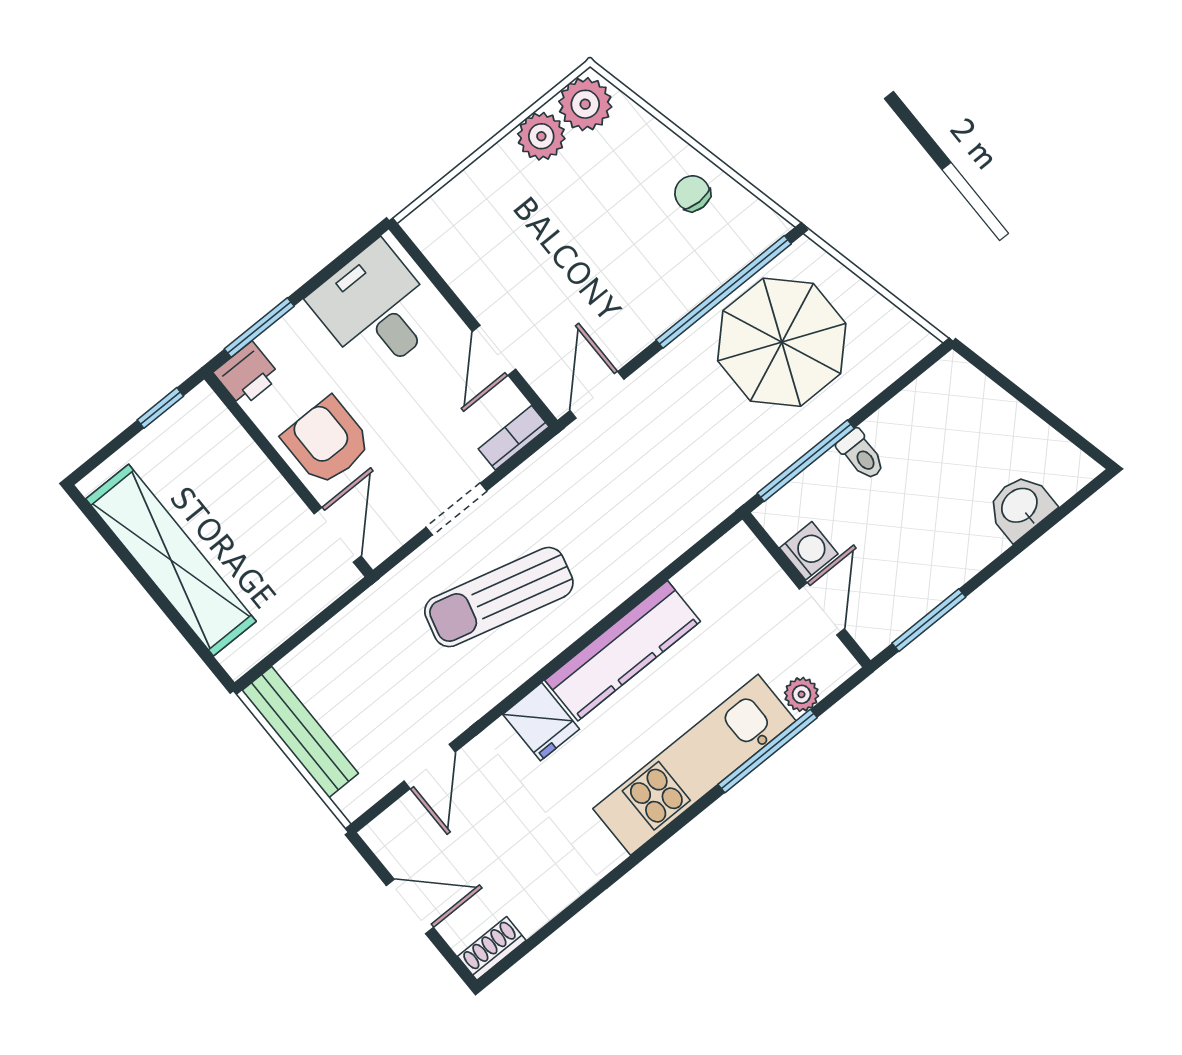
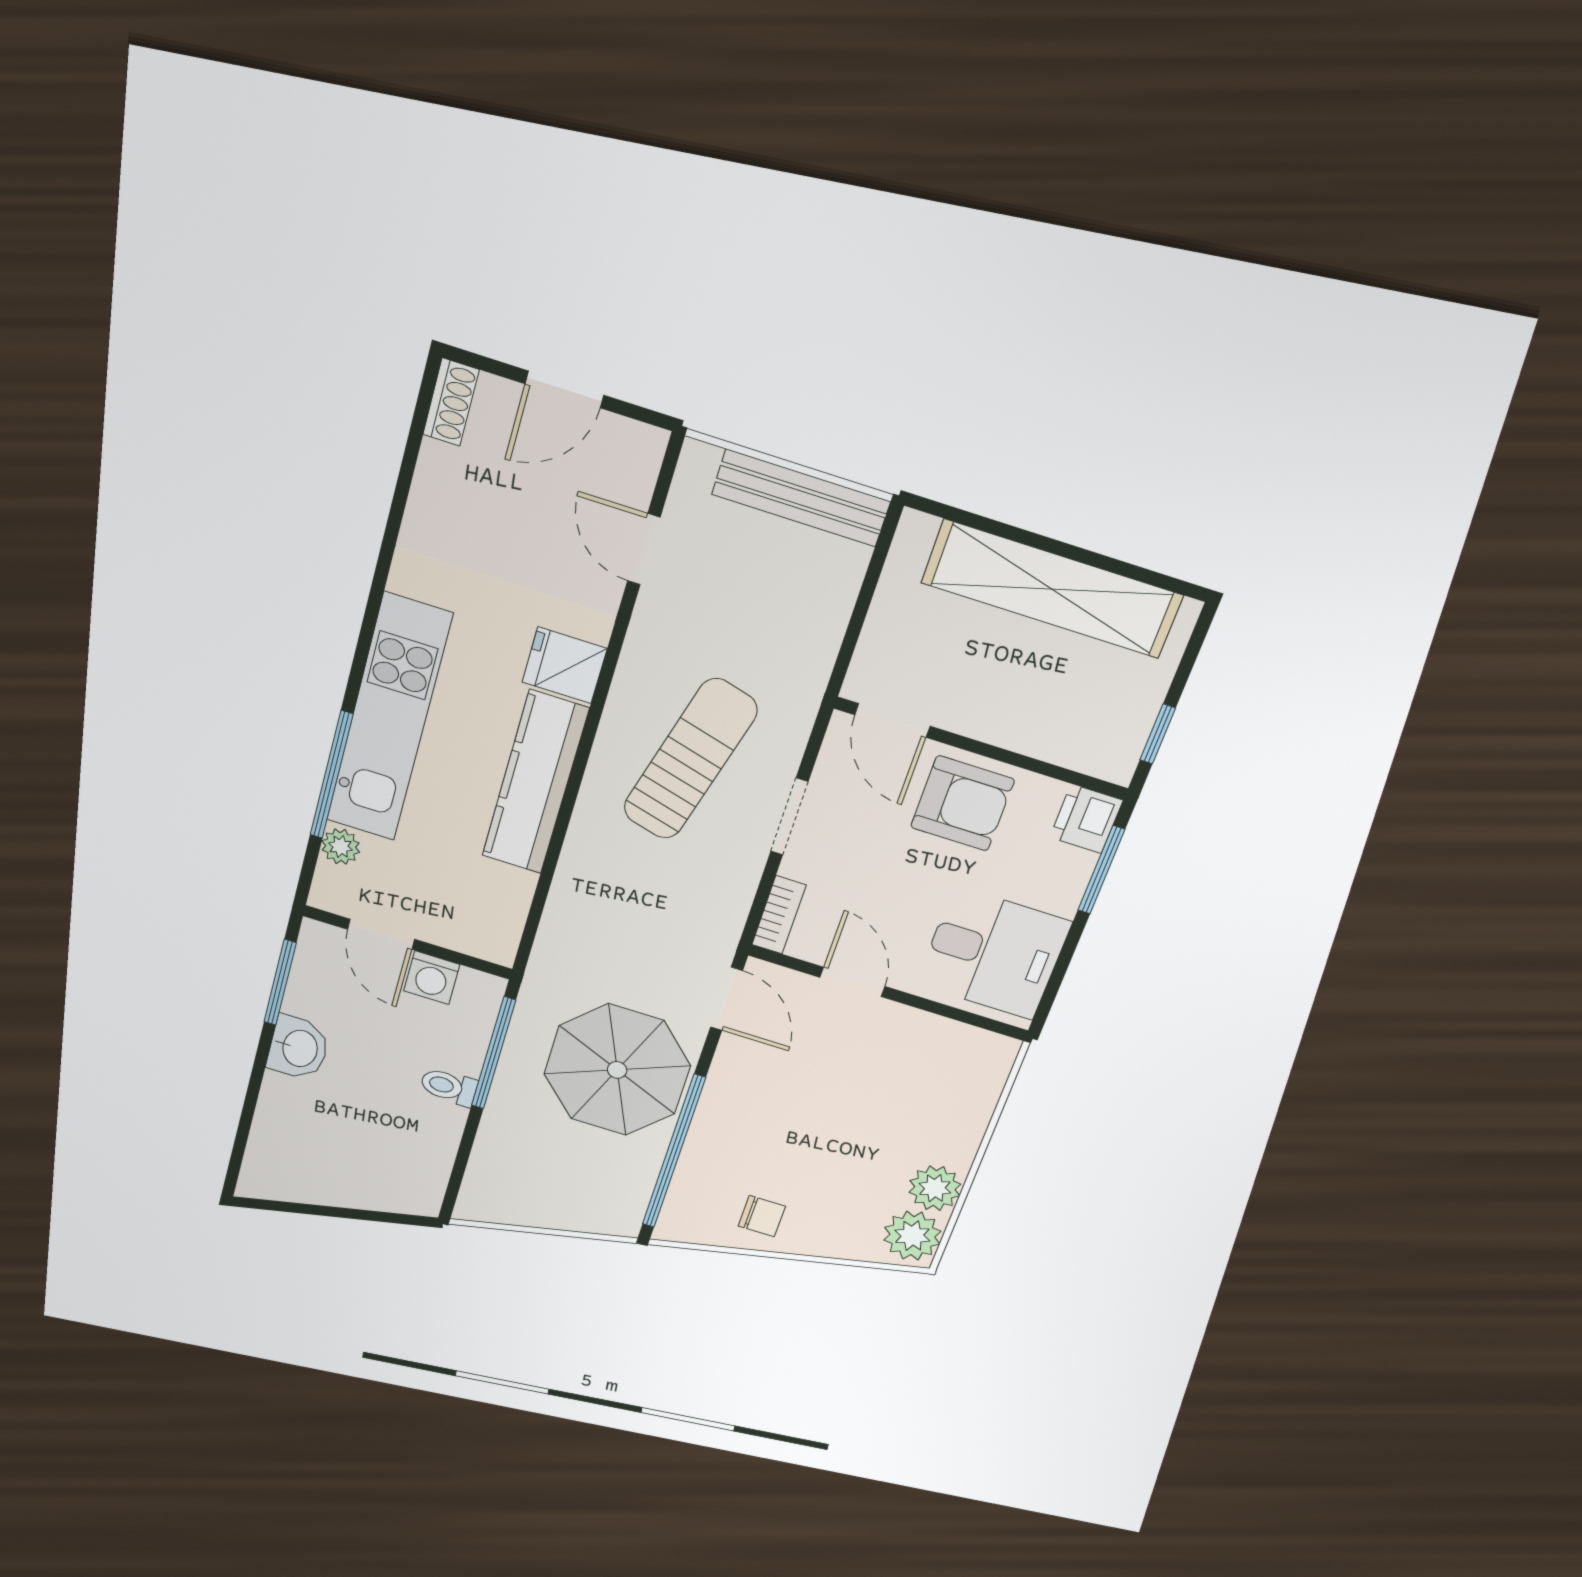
parasol: (782, 342) -> (617, 1070), moved
washbasin: (1020, 506) -> (298, 1048), moved

